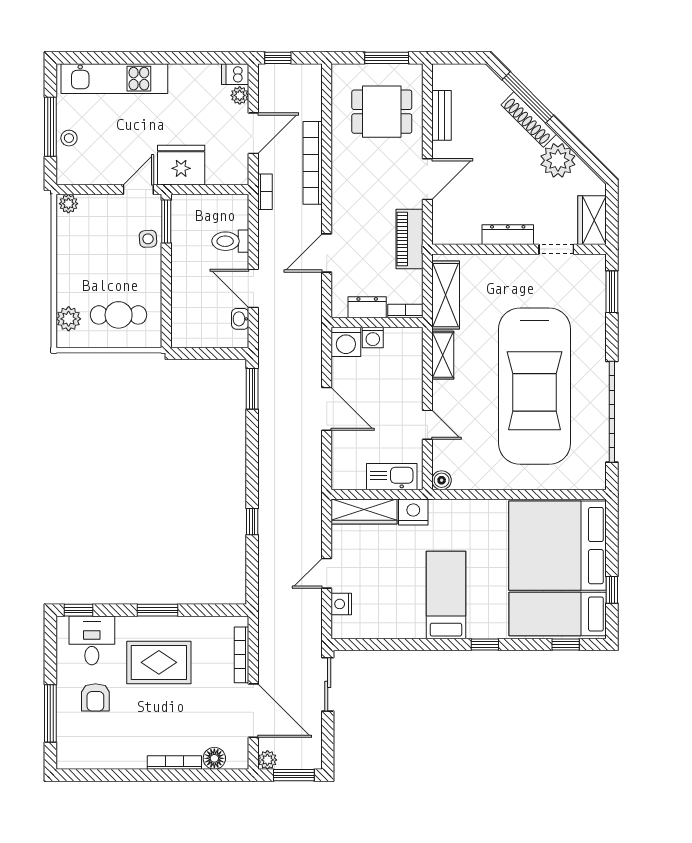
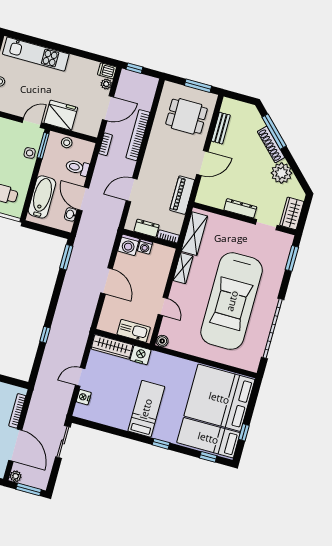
stool: (202, 206) -> (67, 143), added
bathtub: (187, 303) -> (42, 197), added

